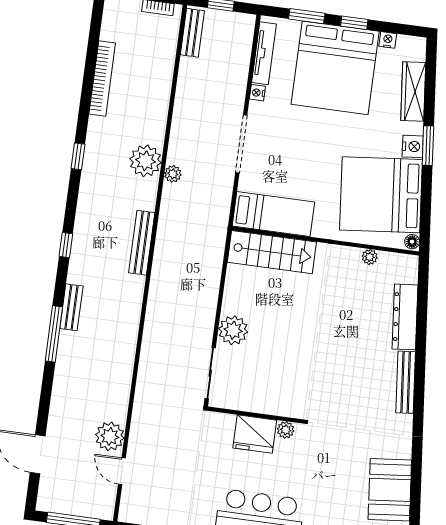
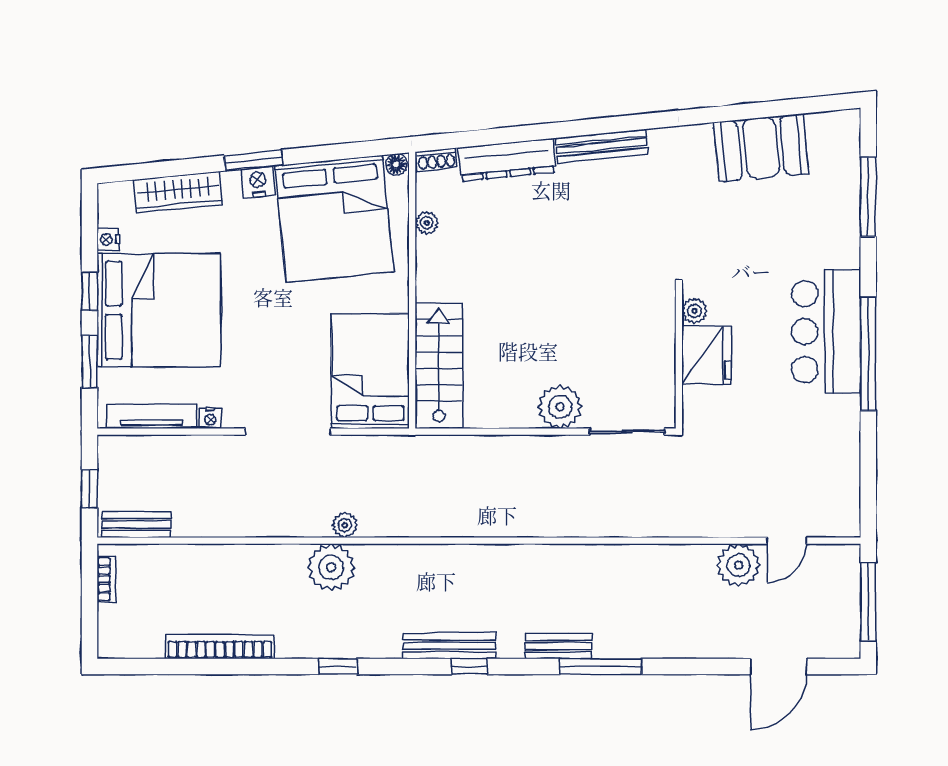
bed: (273, 214) -> (370, 371), width x1.50
bench: (142, 243) -> (450, 646), moved
shoe rack: (412, 269) -> (436, 159), added

